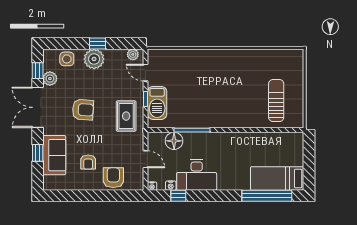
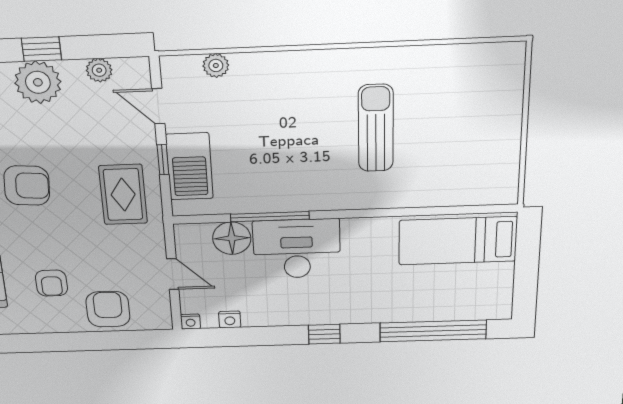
plant: (133, 54) -> (99, 70), moved
plant: (172, 54) -> (216, 65), added
sun lounger: (276, 101) -> (376, 128), moved
desk: (197, 175) -> (297, 249), moved, turned 180
bed: (277, 179) -> (458, 241), moved
window: (178, 196) -> (324, 334), moved

